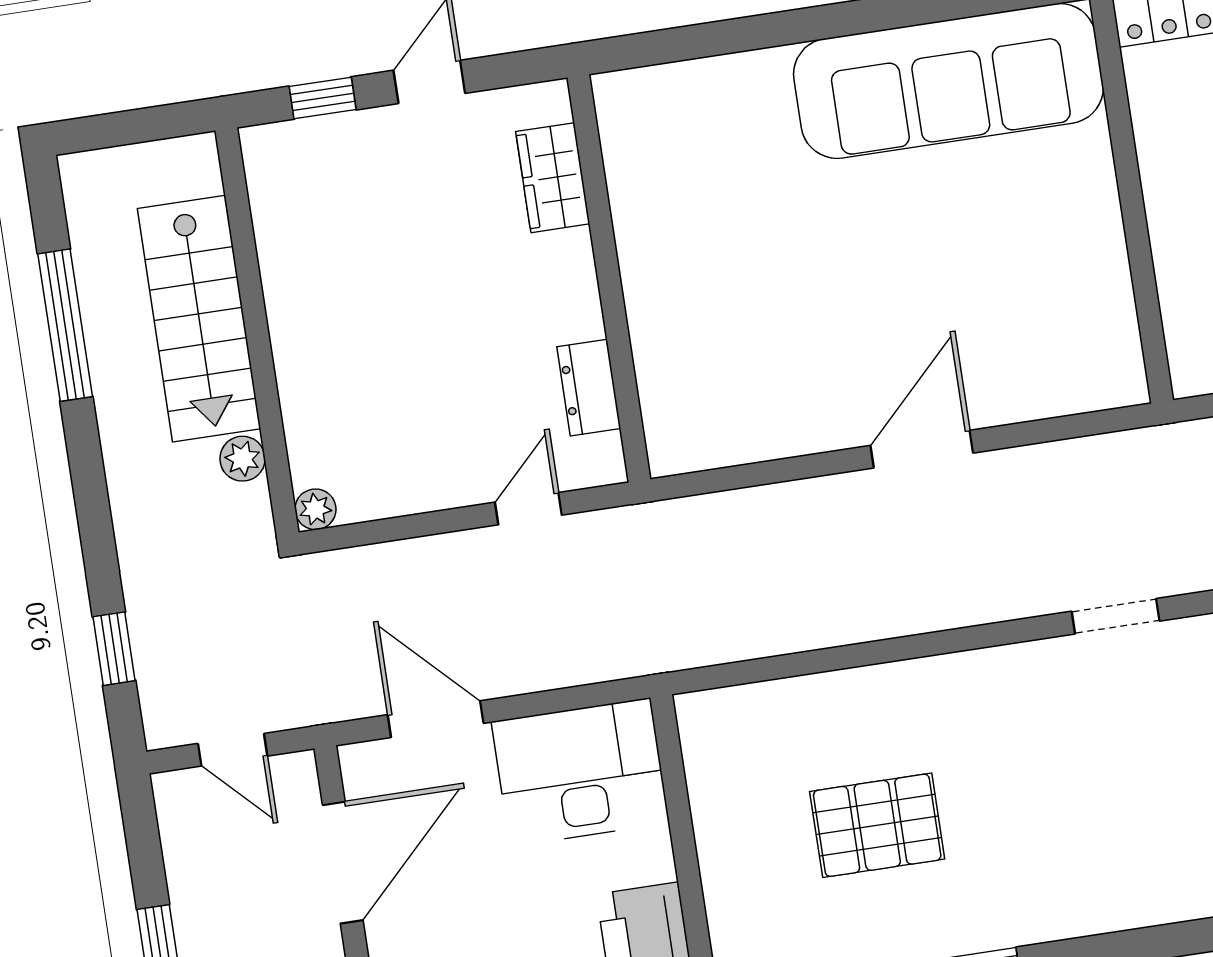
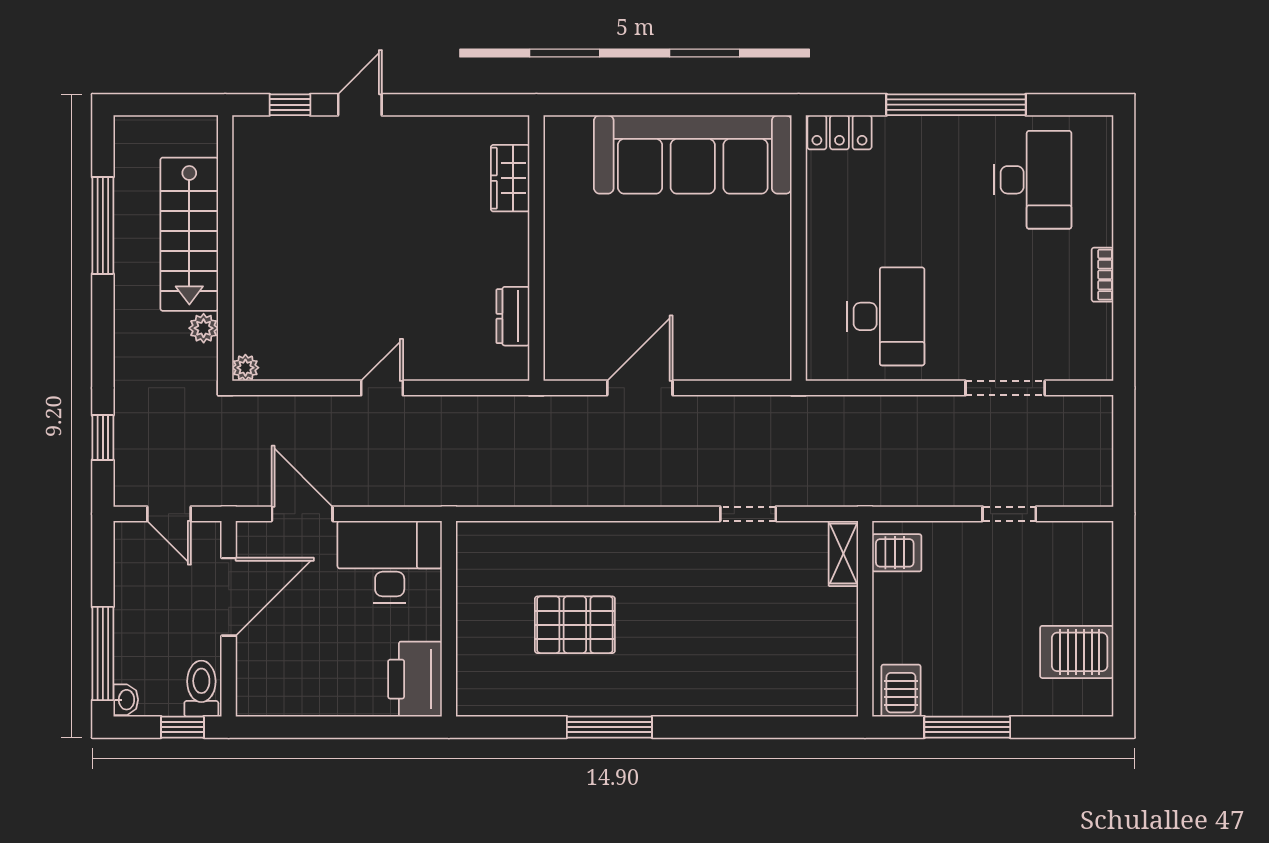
wardrobe: (553, 178) -> (510, 178), moved
wall: (609, 278) -> (536, 248), moved
dresser: (589, 388) -> (513, 316), moved

